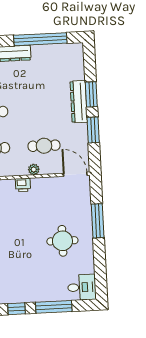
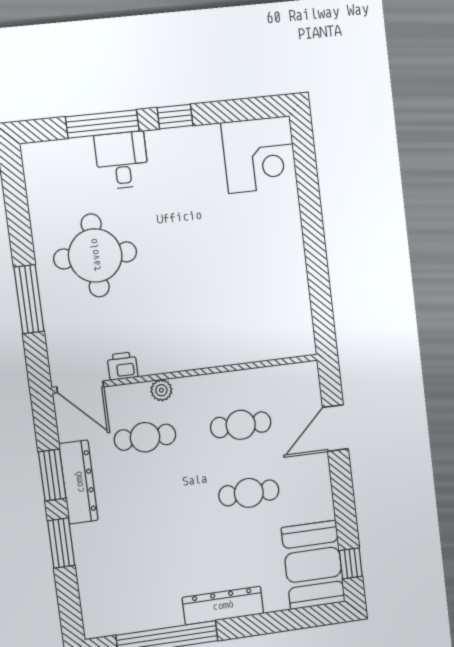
dresser: (79, 102) -> (79, 482), moved
printer: (23, 185) -> (122, 366), moved
round table: (62, 241) -> (95, 255), width x1.36, depth x1.36
desk: (82, 287) -> (122, 160), moved, turned 90

